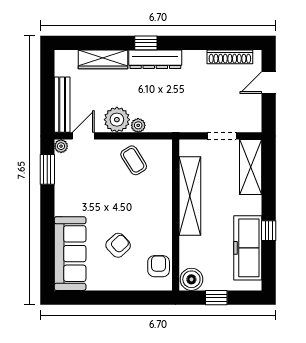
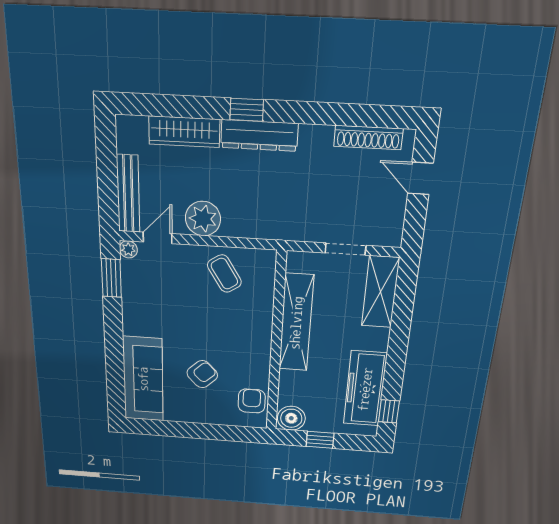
door: (269, 82) -> (420, 178), hinge flipped
plant: (138, 125) -> (232, 228), removed
window: (269, 231) -> (389, 411), moved

